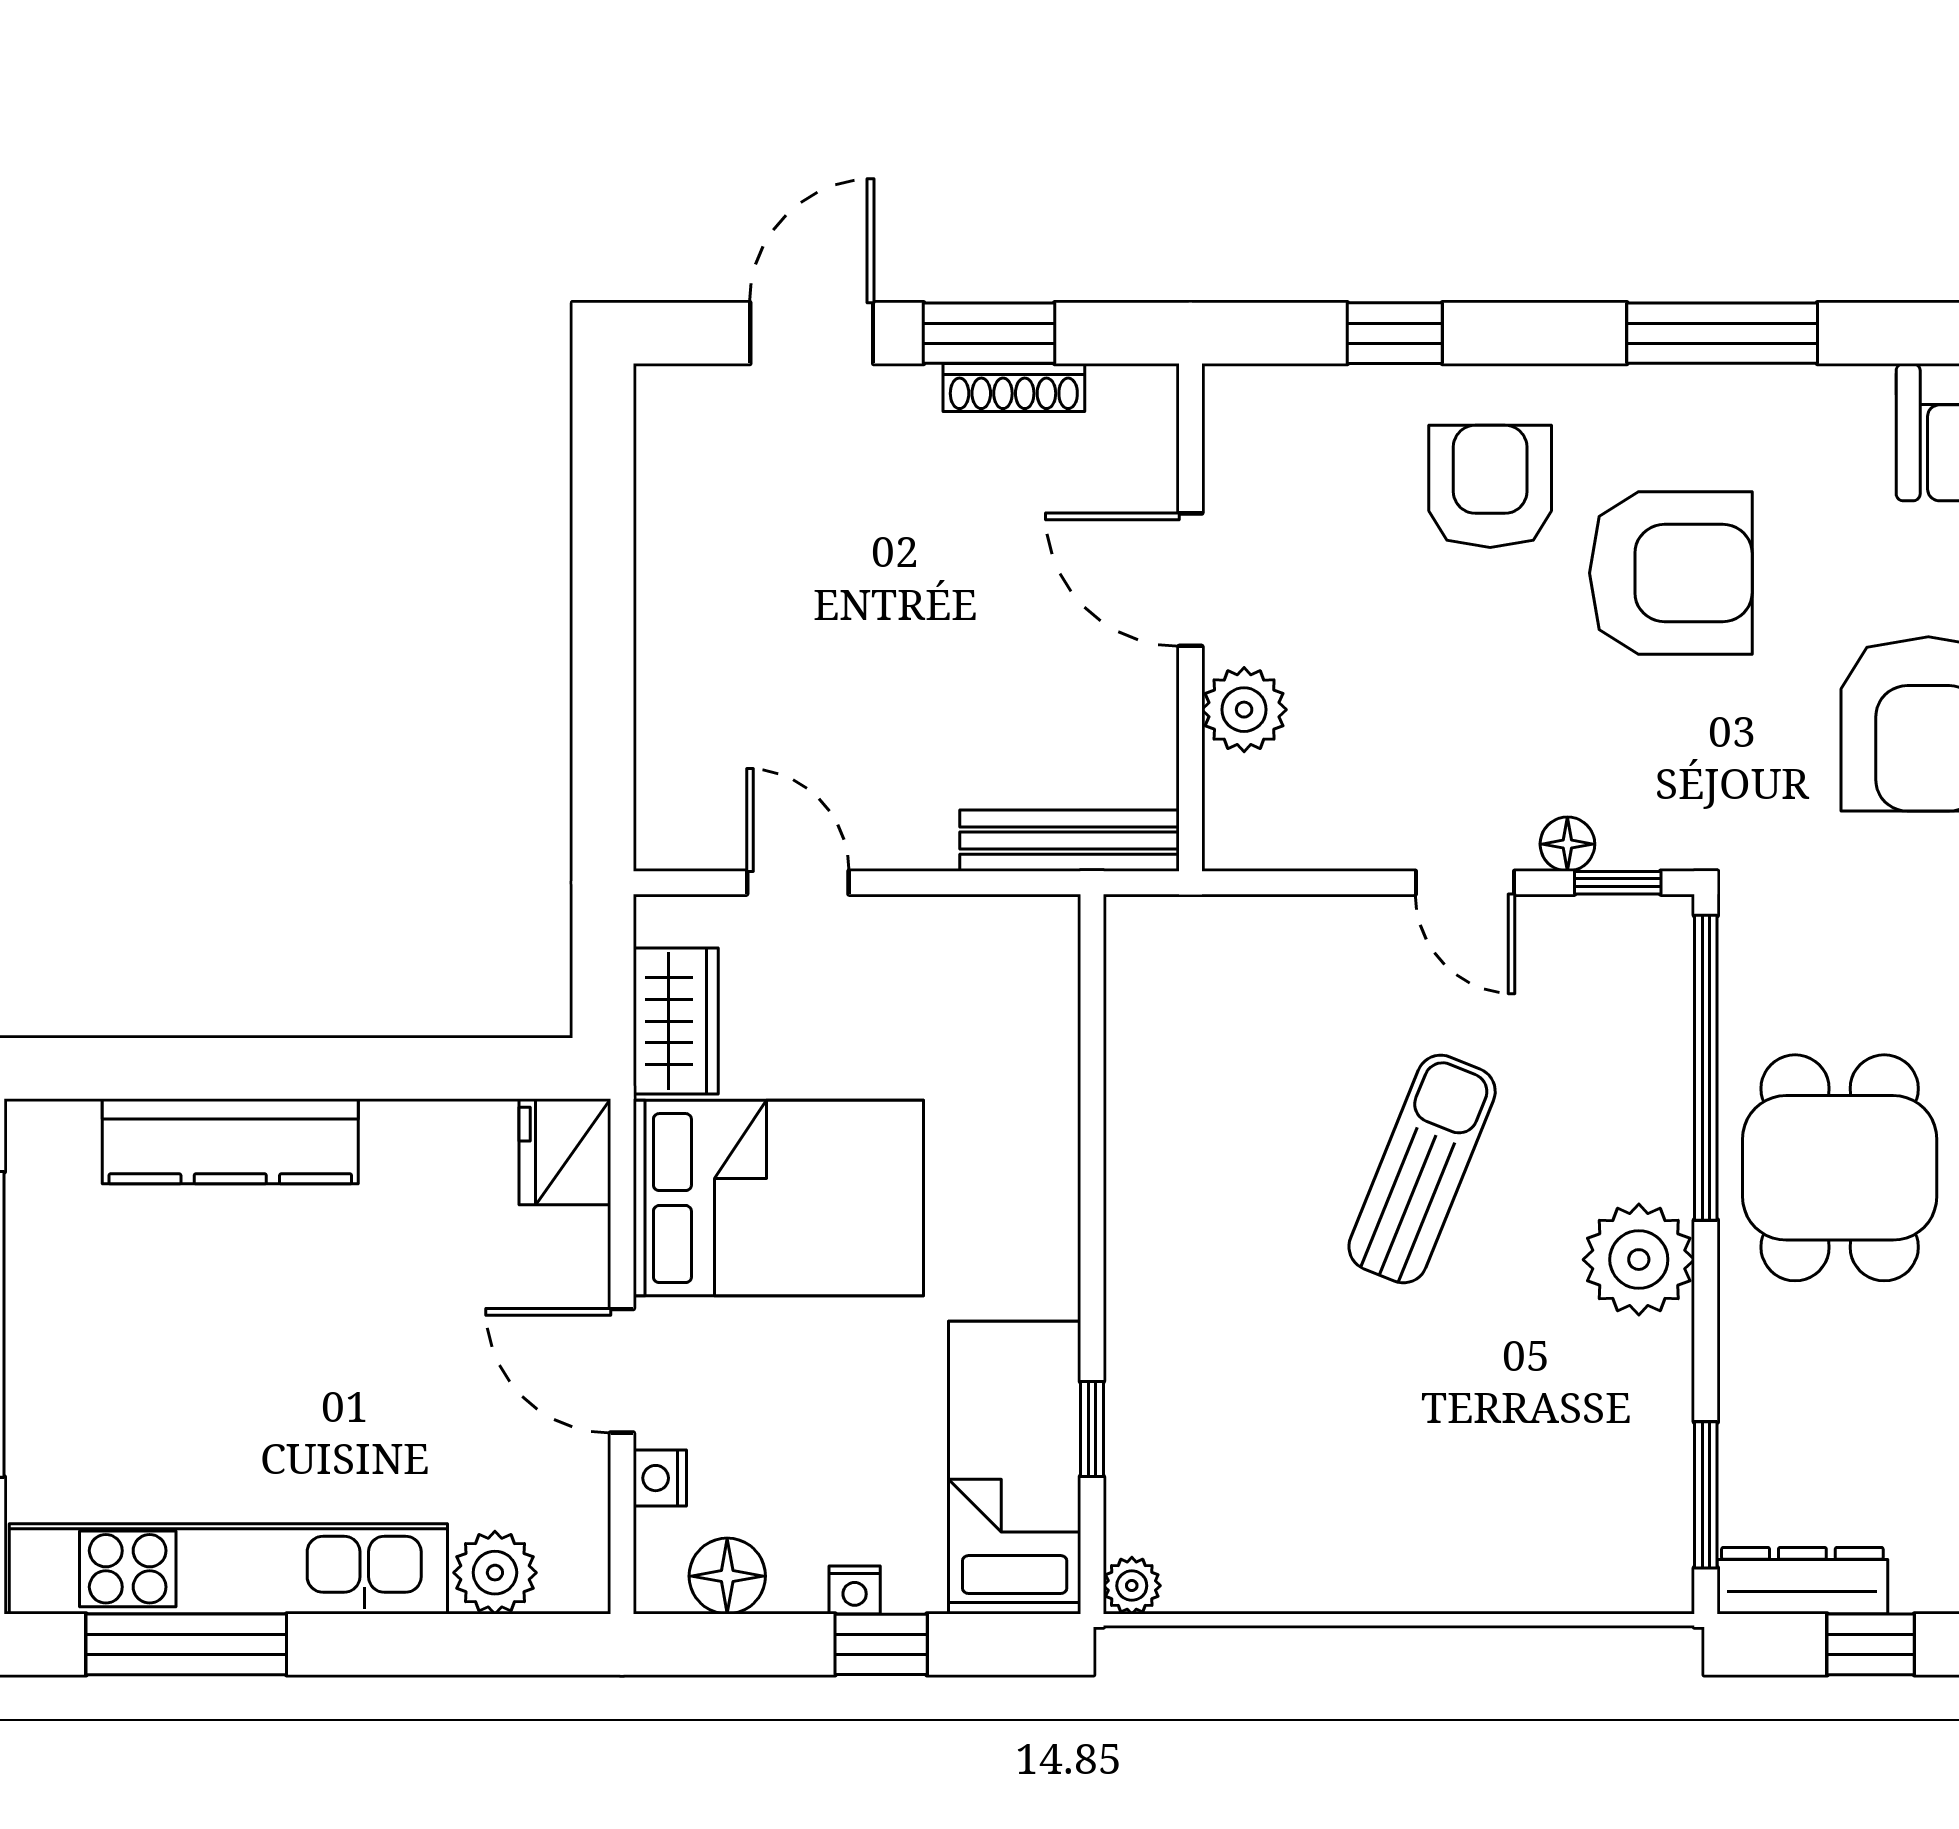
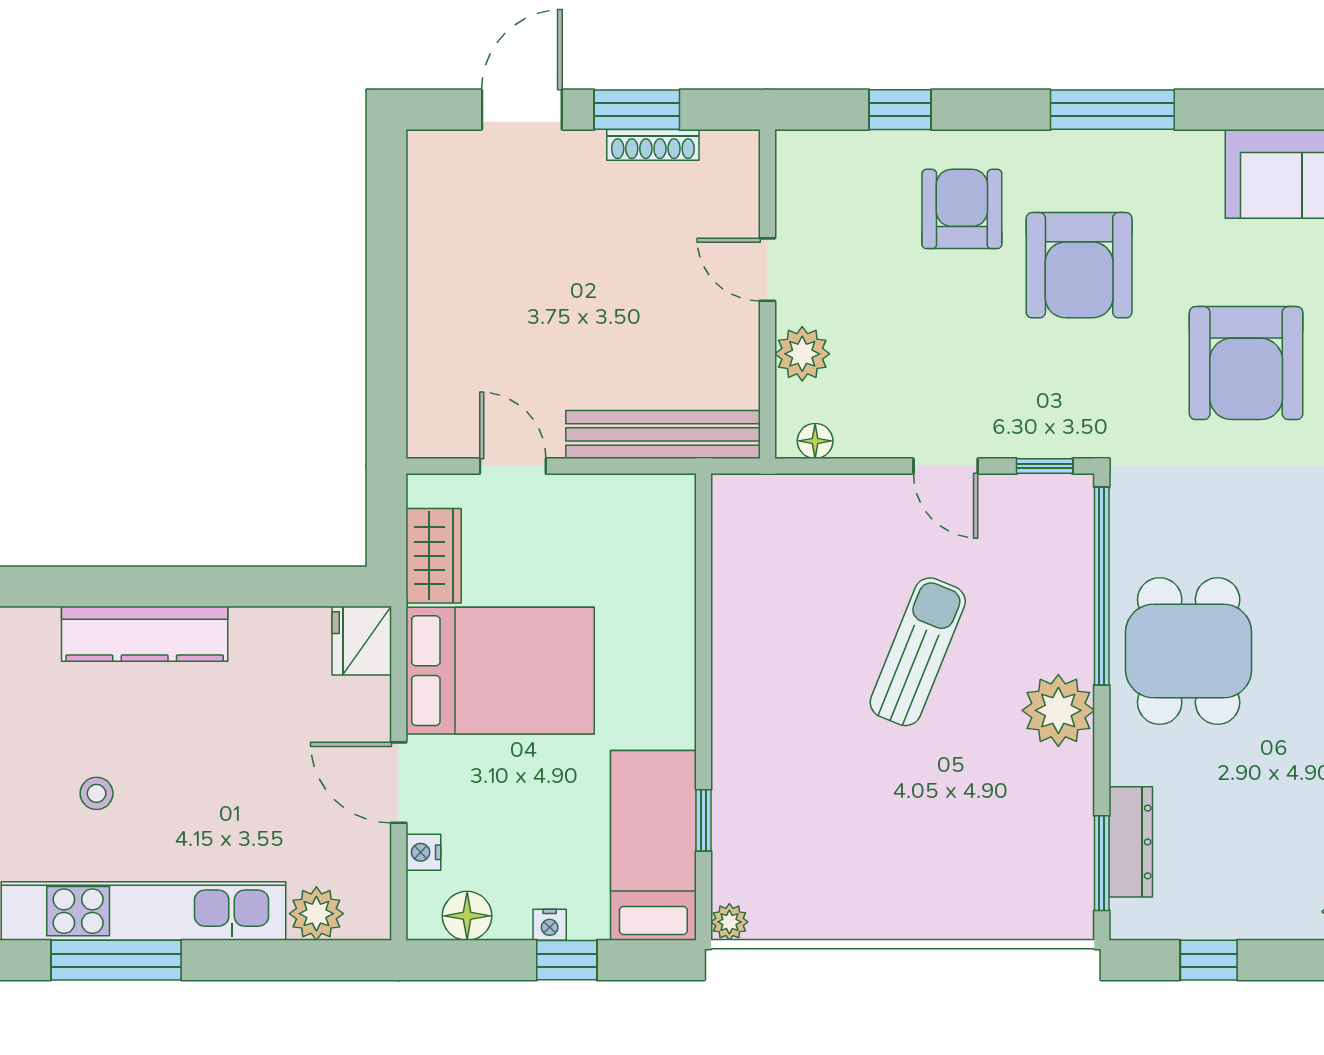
armchair: (1671, 573) -> (1079, 265), turned 90
door: (1190, 580) -> (767, 270), width x0.73
bench: (1069, 841) -> (663, 434), width x1.37, depth x1.21
floor lamp: (1567, 844) -> (815, 441), moved
stool: (156, 1387) -> (97, 793), added
dresser: (1802, 1581) -> (1131, 842), moved, turned 90

